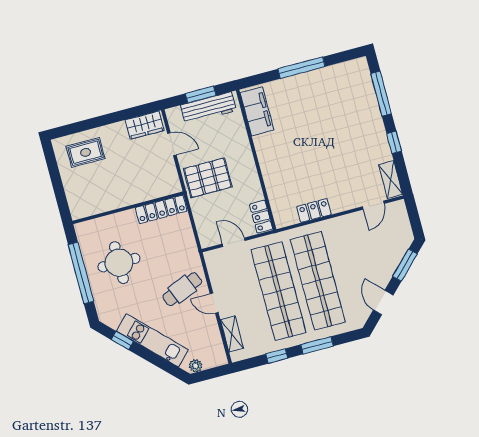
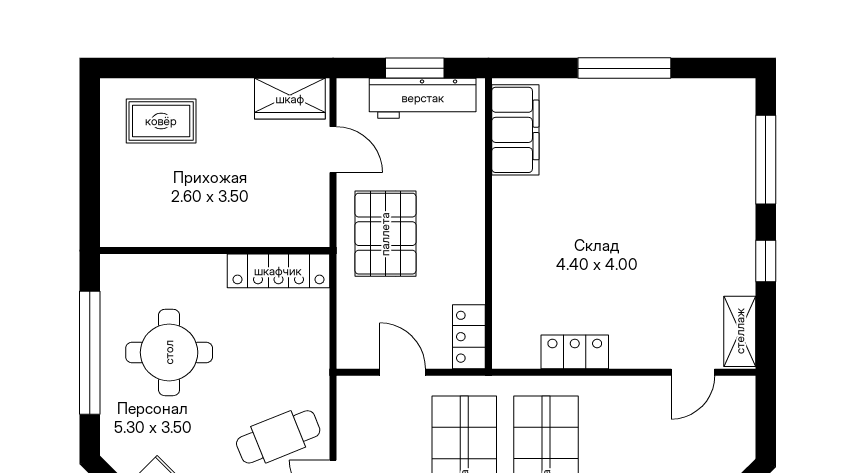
pallet: (208, 178) -> (385, 234), turned 90

